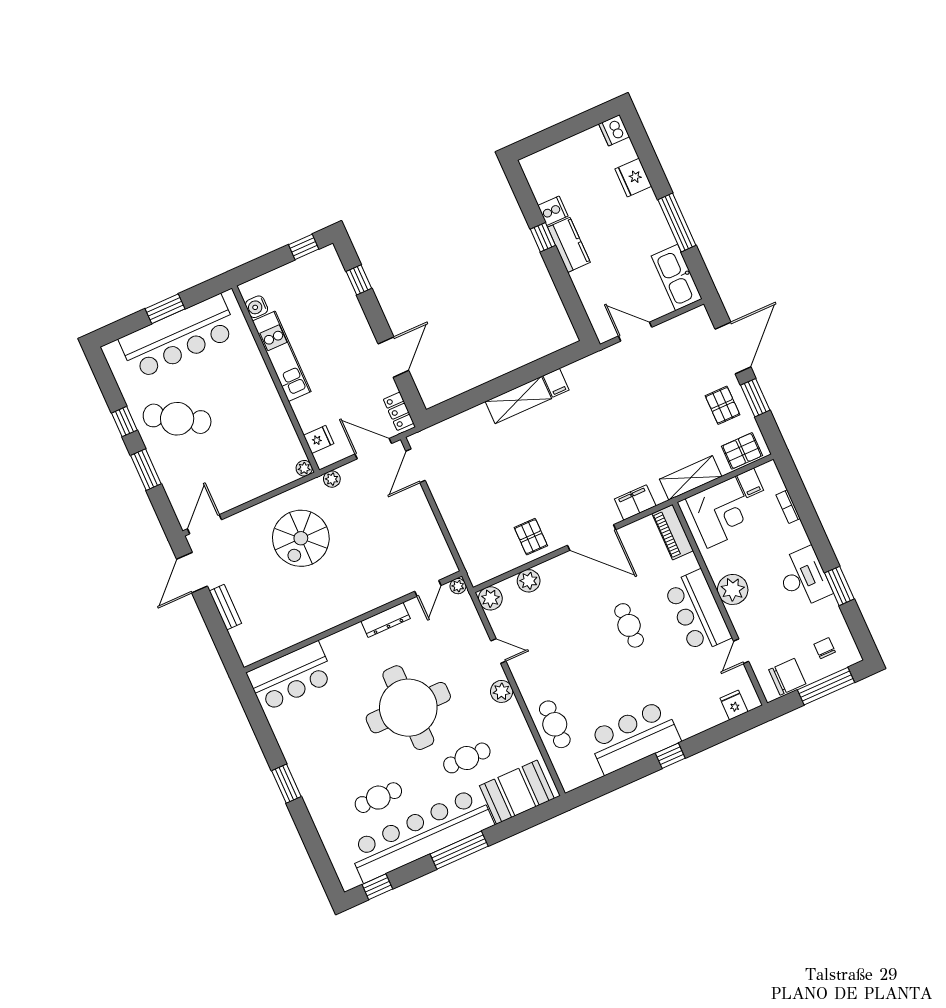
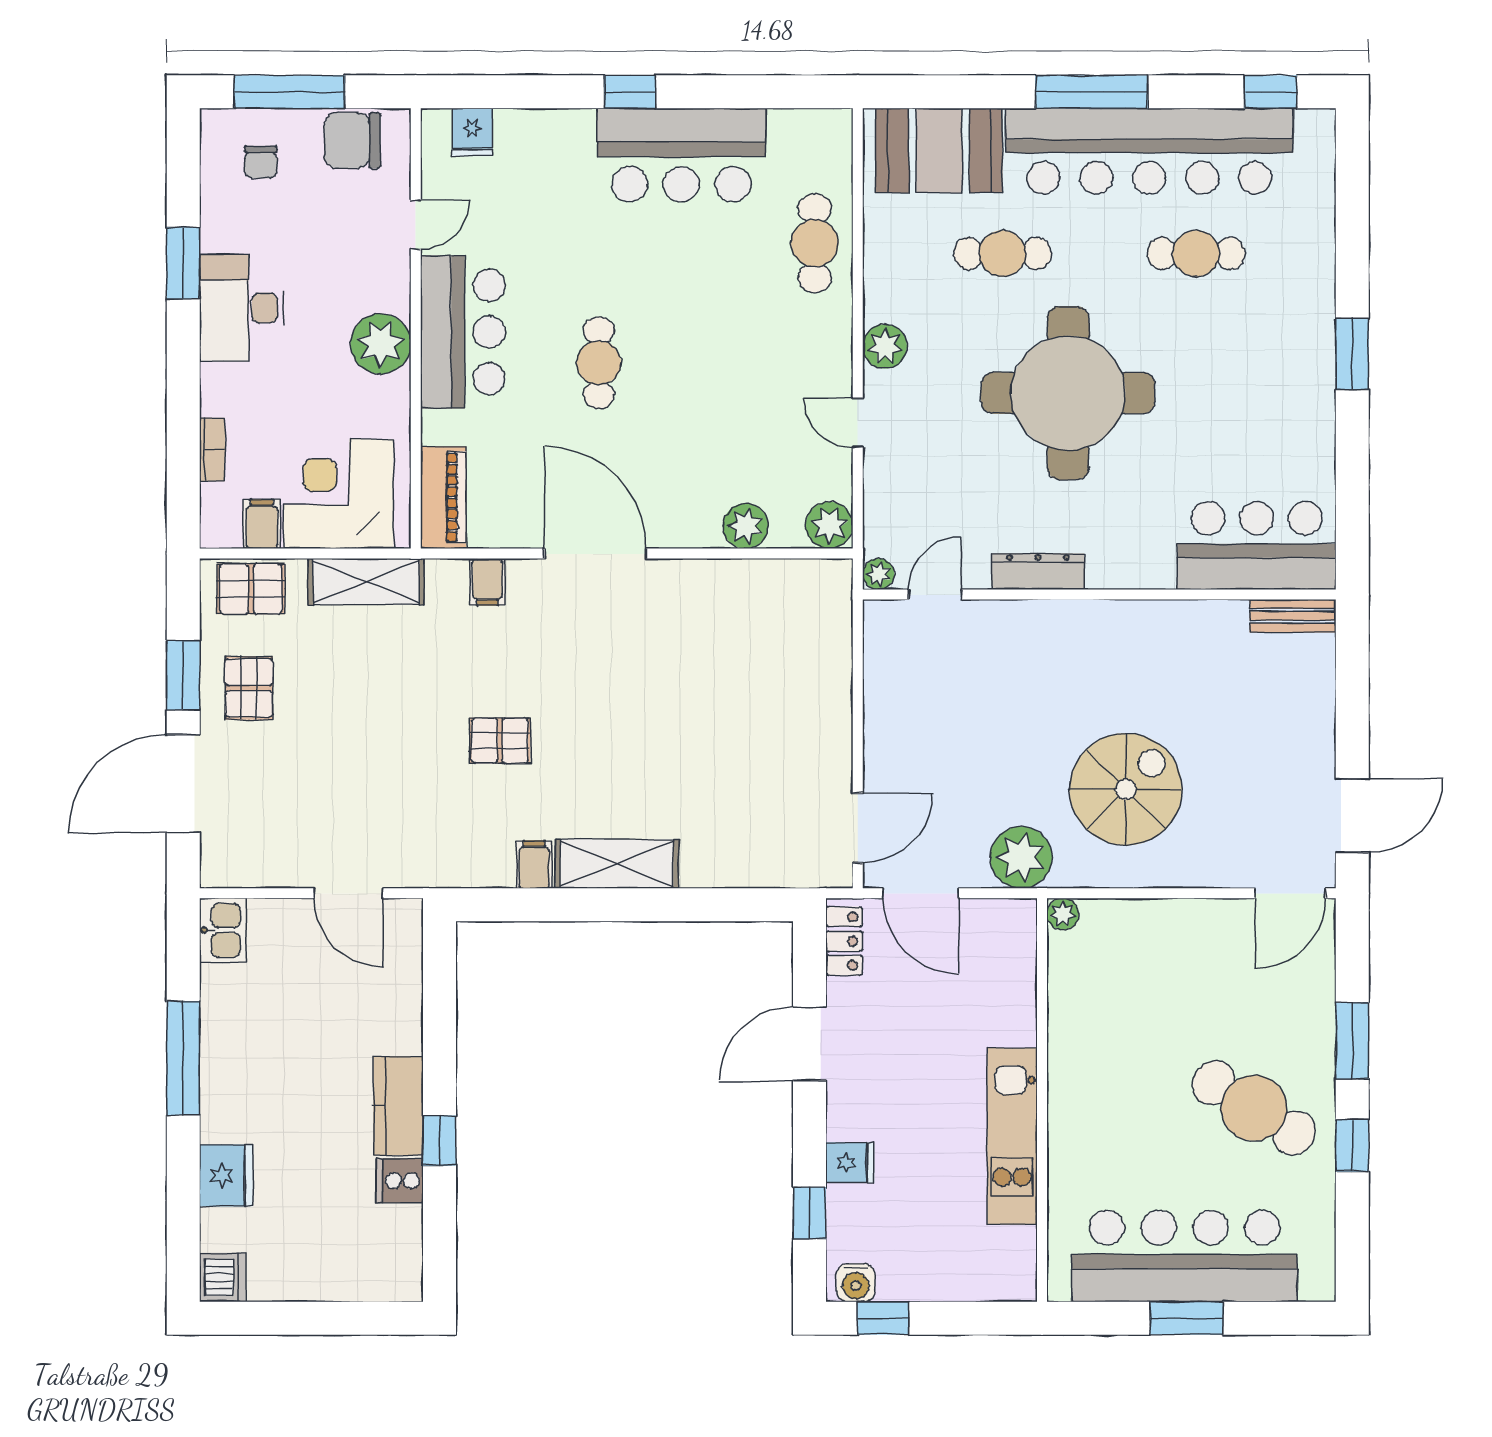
kitchen sink: (677, 277) -> (223, 930), width x0.53, depth x0.81
water cooler: (257, 307) -> (856, 1283), moved, turned 90
fridge: (319, 439) -> (850, 1163), moved, turned 180
plant: (332, 479) -> (1021, 857), width x1.88, depth x1.88
filing cabinet: (635, 502) -> (487, 582), width x0.50
pallet: (531, 537) -> (500, 741), moved, turned 90
bench: (225, 607) -> (1293, 616), moved, turned 90

